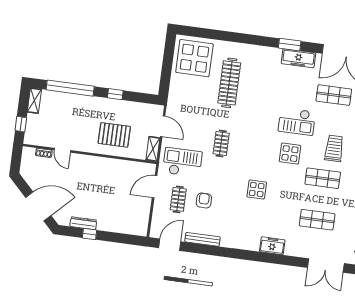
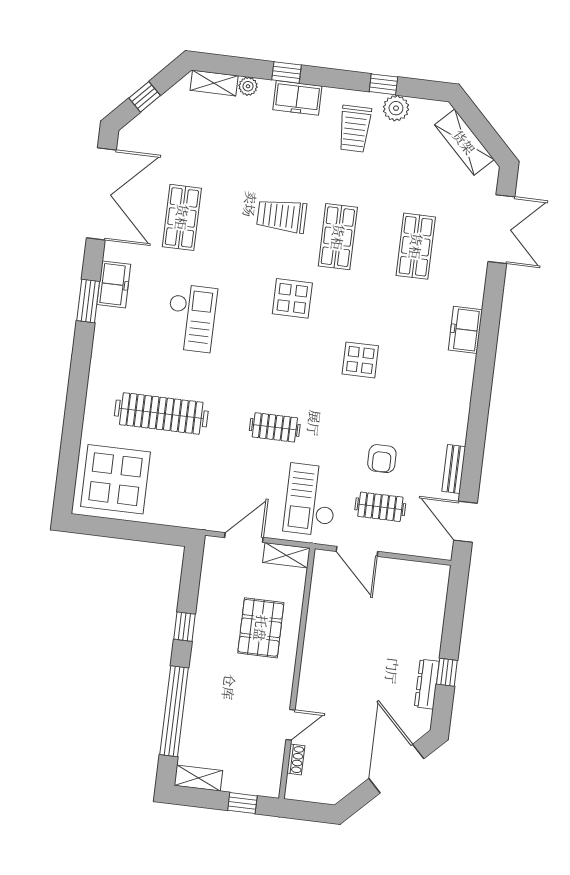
freezer: (298, 58) -> (114, 284), width x0.71
checkout: (297, 121) -> (191, 318), moved
armchair: (204, 200) -> (382, 459), turned -90
bench: (203, 239) -> (454, 469), width x0.73

